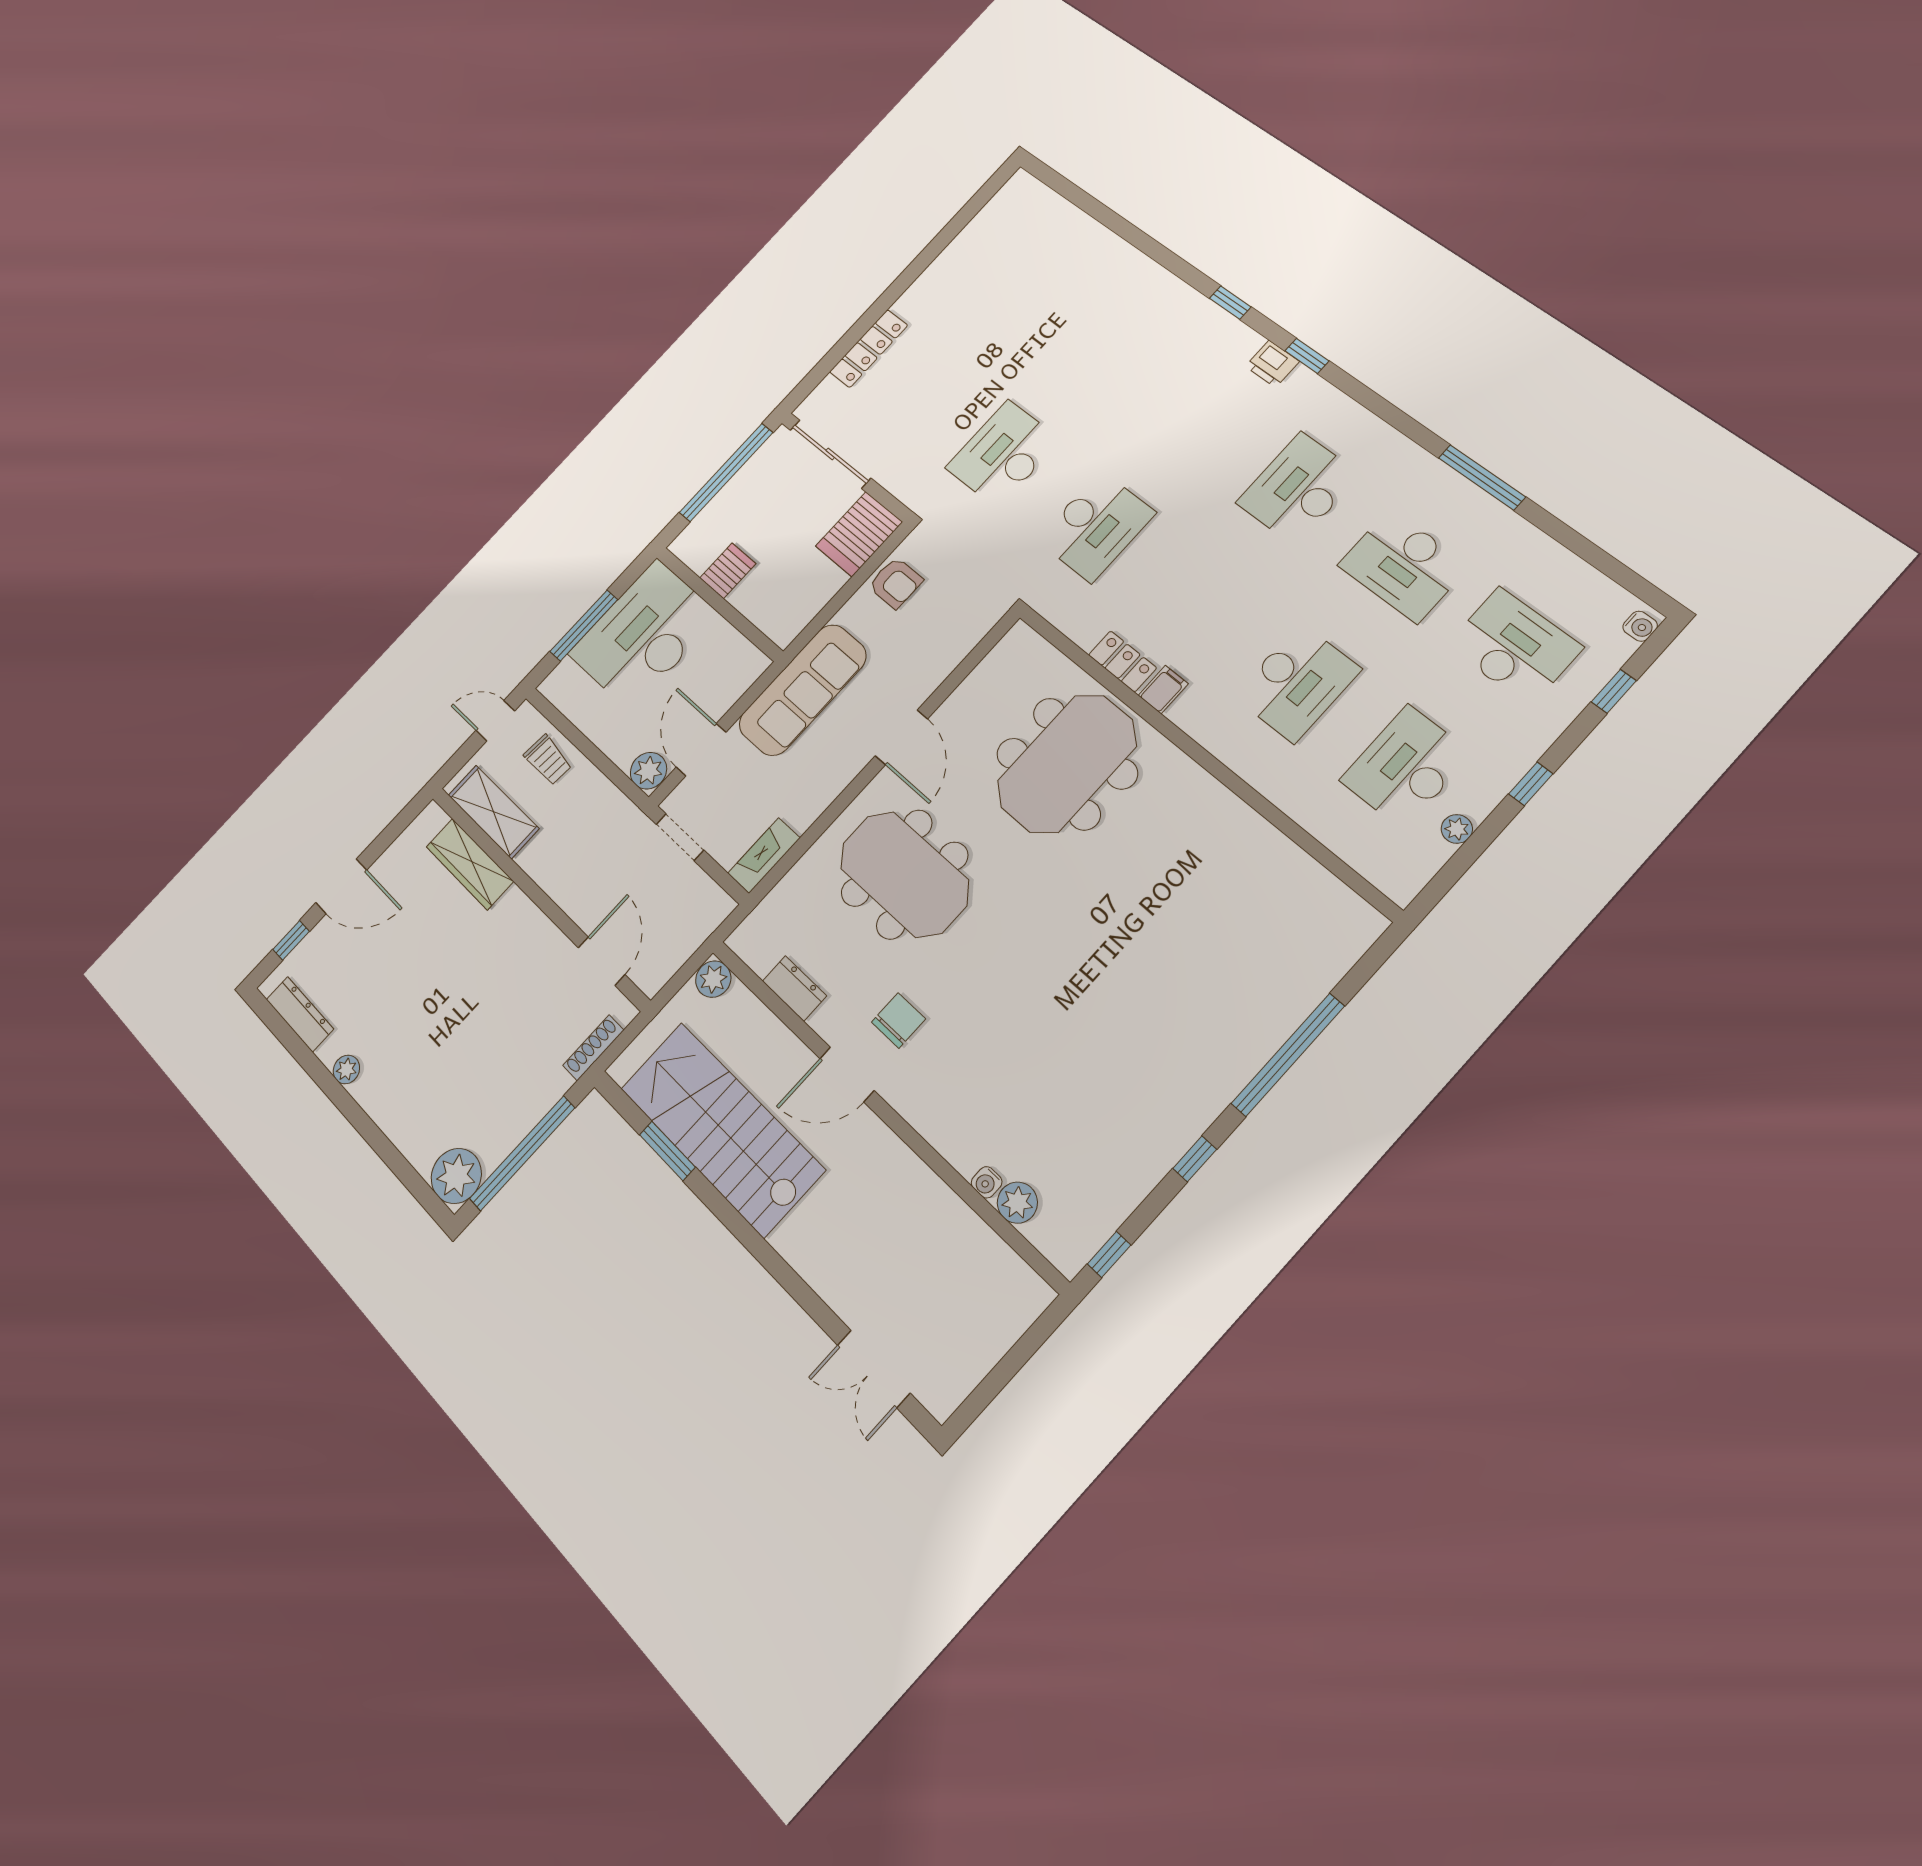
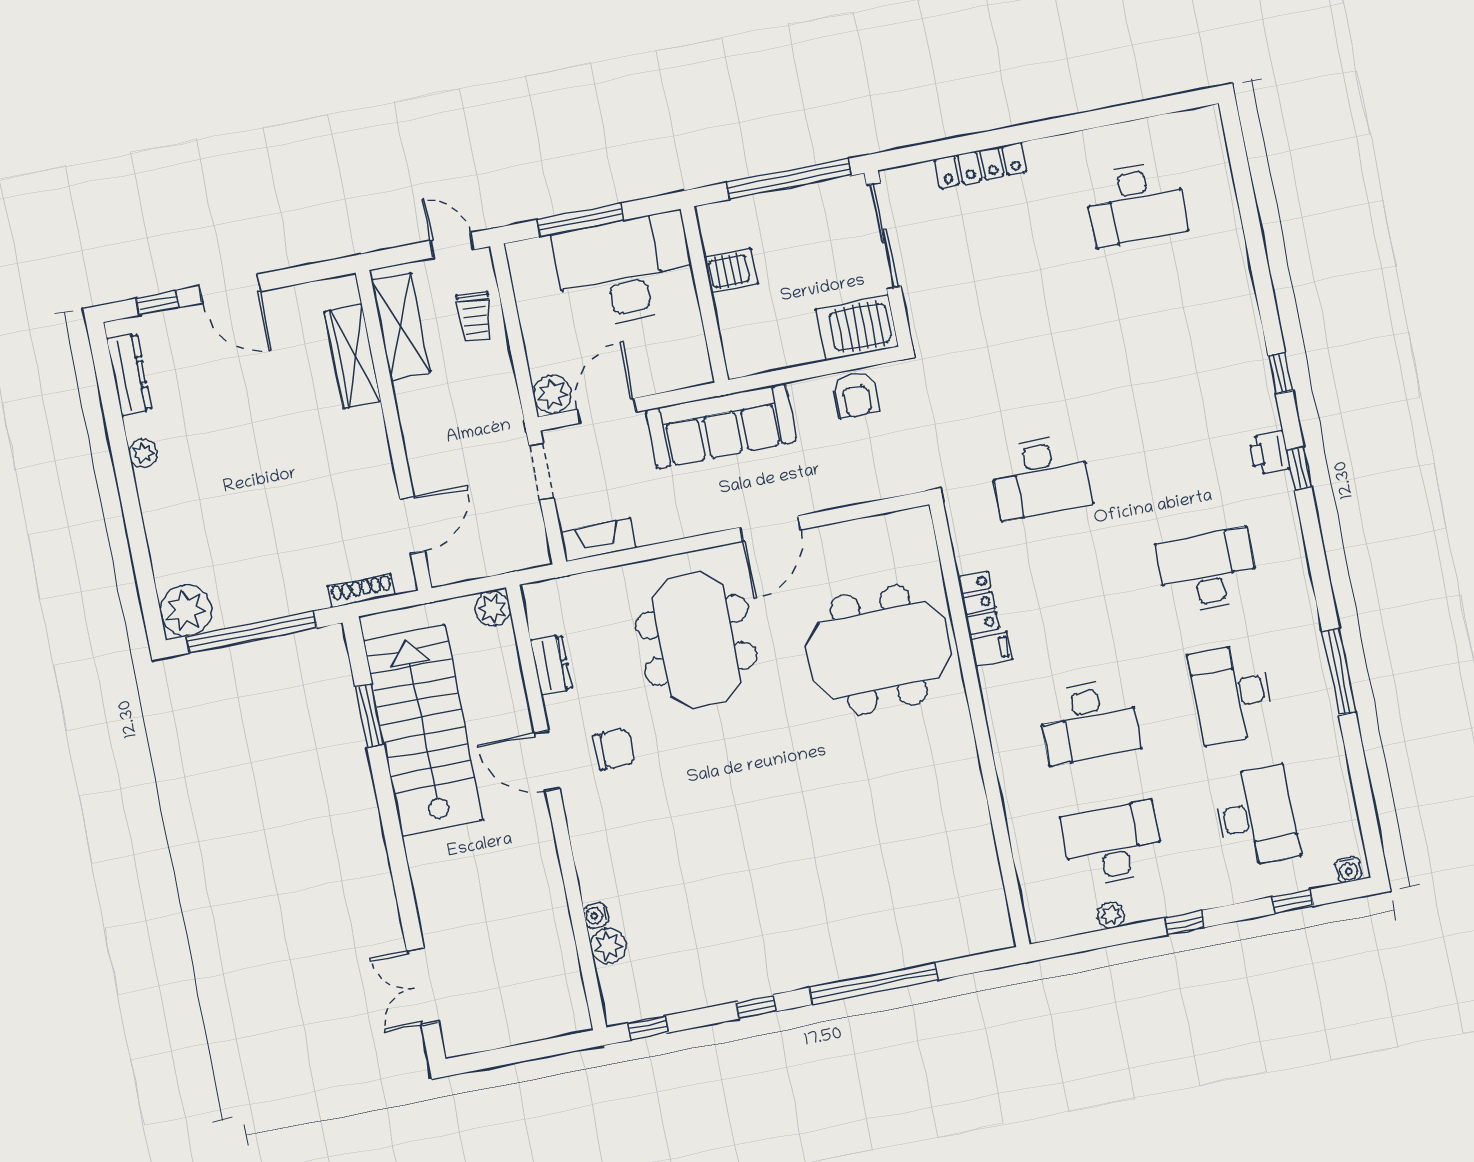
desk: (1003, 454) -> (1136, 203), moved, turned 180

